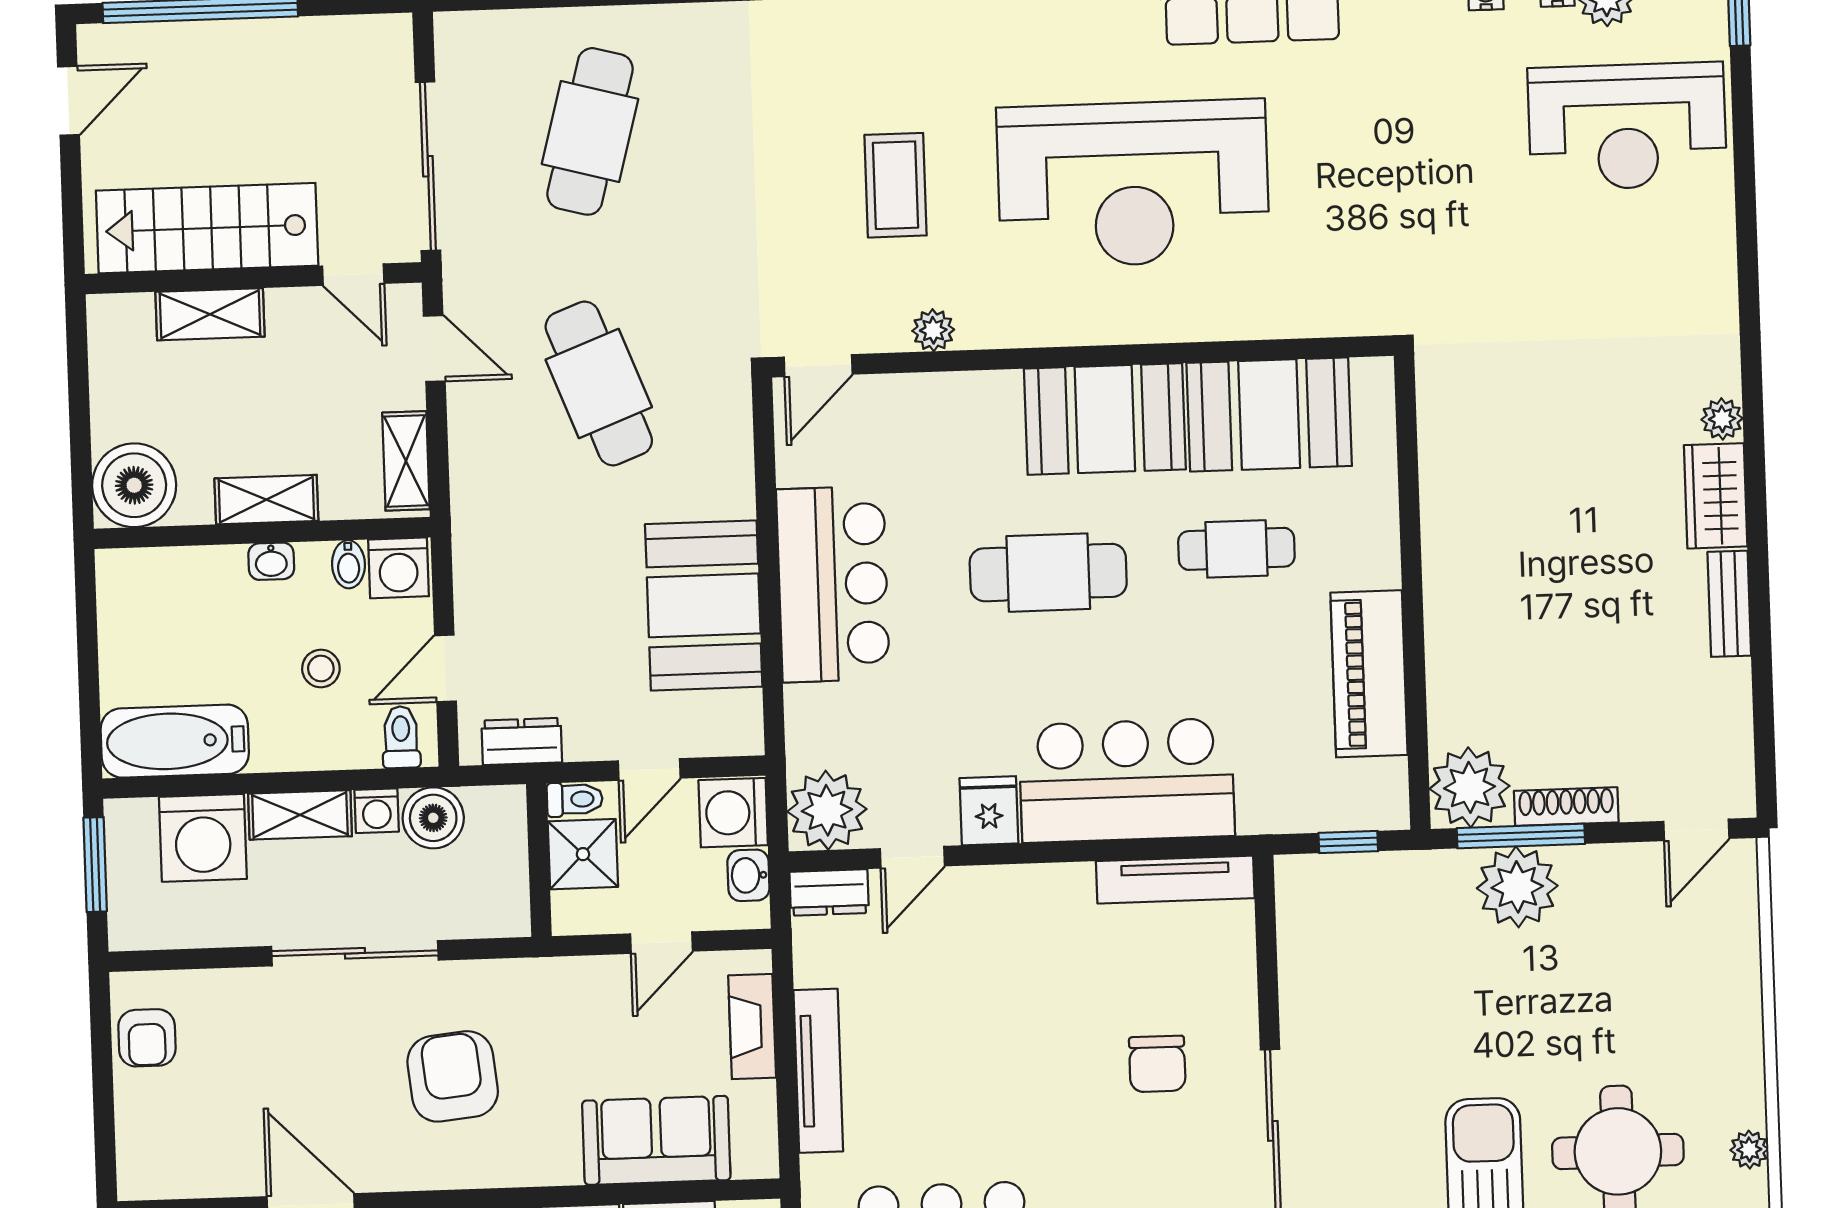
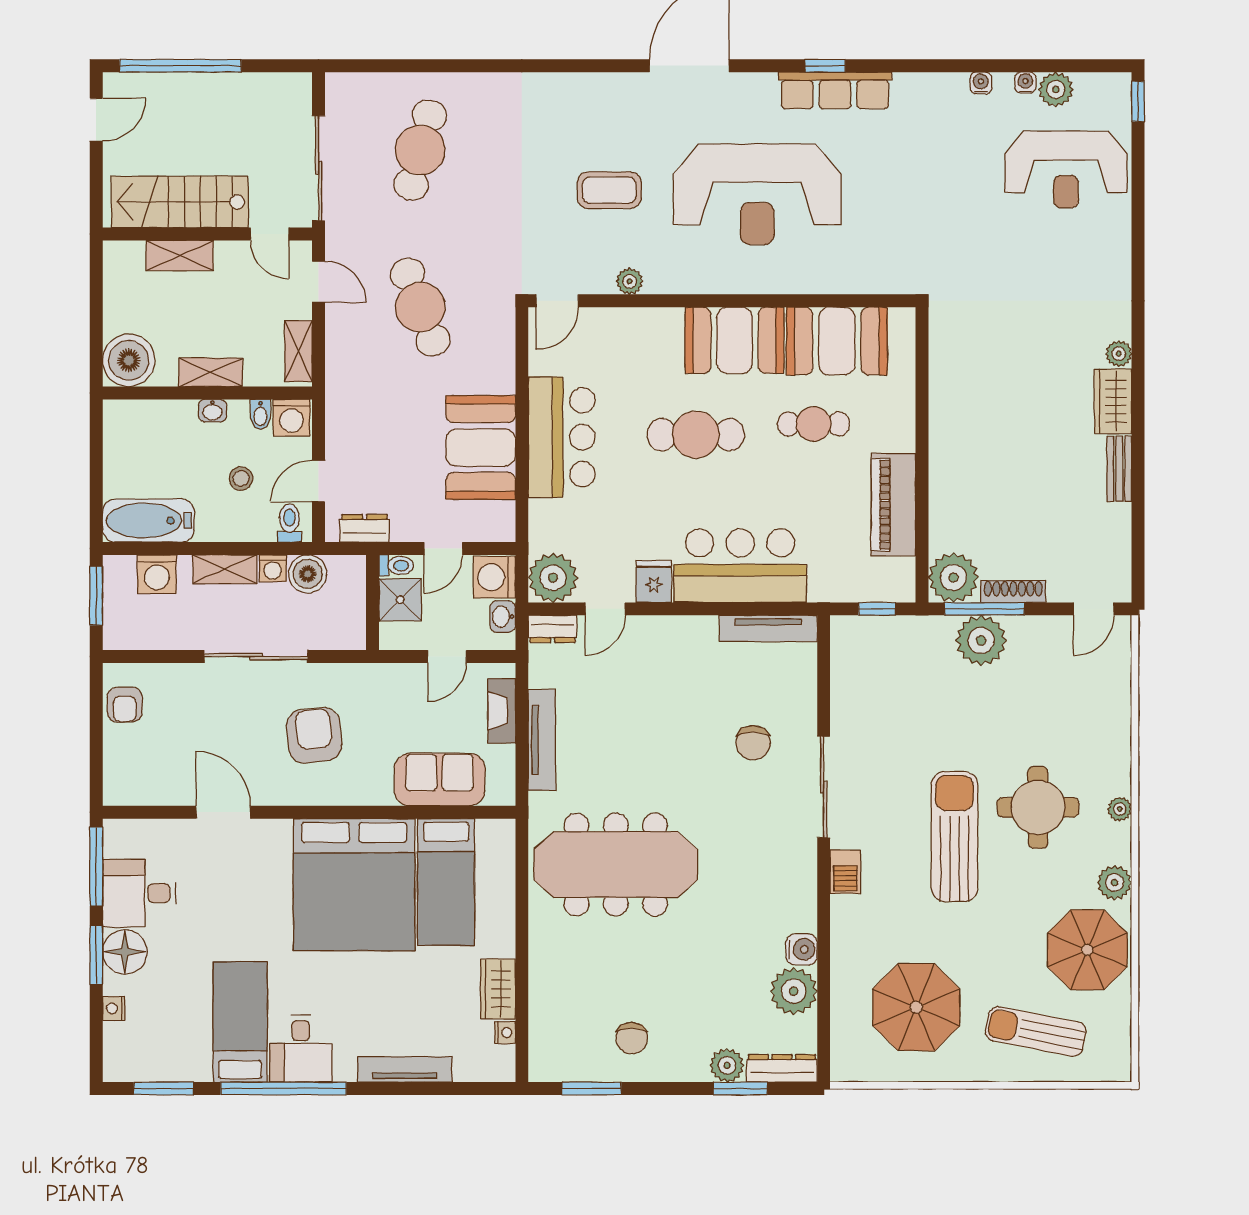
coffee table: (896, 185) -> (609, 190), turned 90
washing machine: (203, 838) -> (157, 574), width x0.73, depth x0.73

